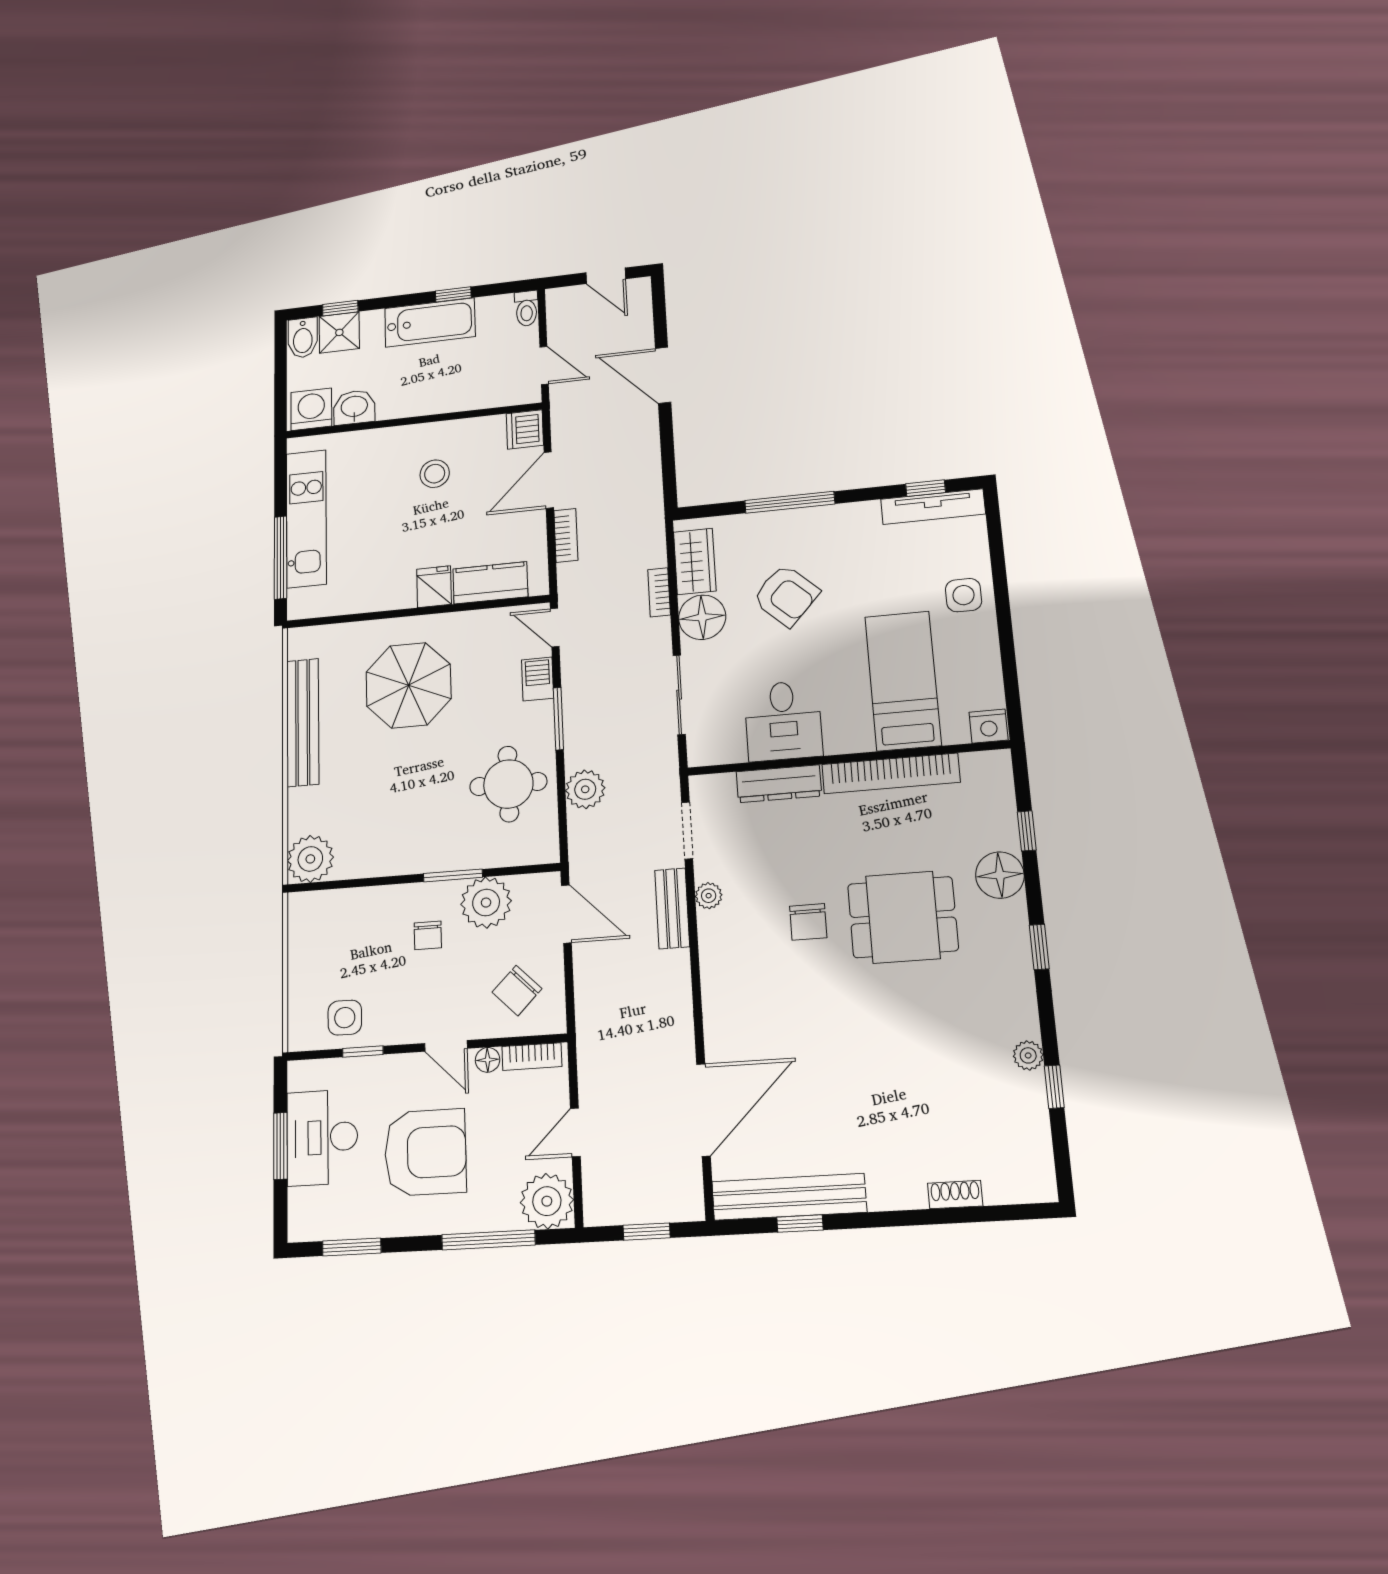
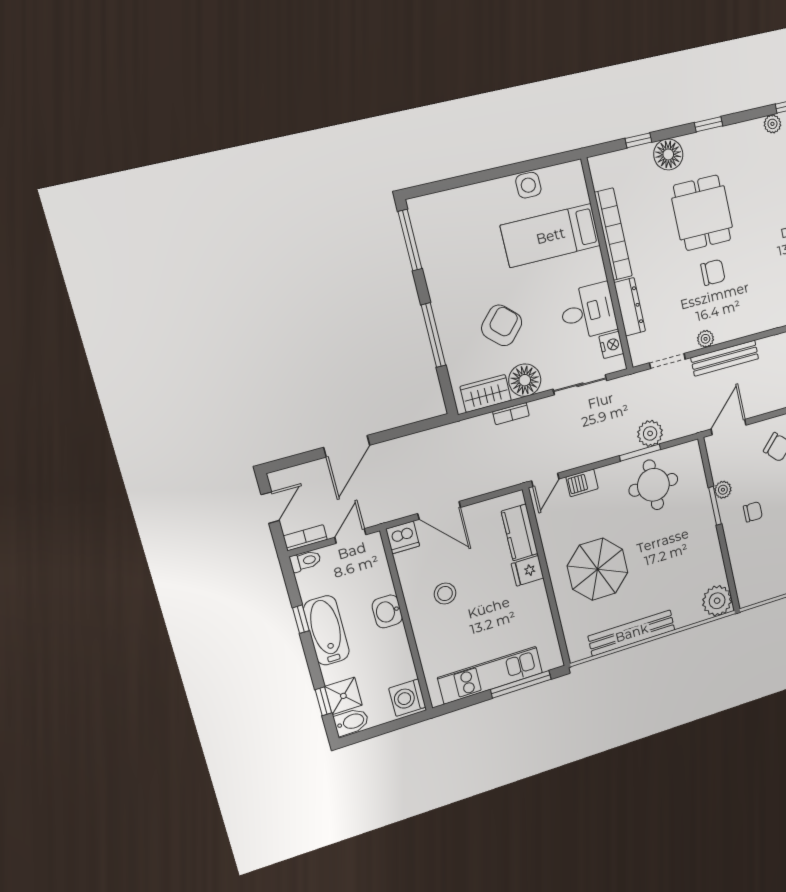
washbasin: (354, 407) -> (387, 611), moved
window: (926, 488) -> (410, 240), width x2.17
tv unit: (933, 507) -> (423, 233), removed
bookcase: (566, 535) -> (305, 538), moved
side table: (964, 595) -> (528, 185), moved
window: (558, 719) -> (640, 453), moved
nightstand: (989, 726) -> (611, 345), moved
plant: (486, 903) -> (723, 490), width x0.53, depth x0.53
bench: (672, 908) -> (725, 358), width x1.36

